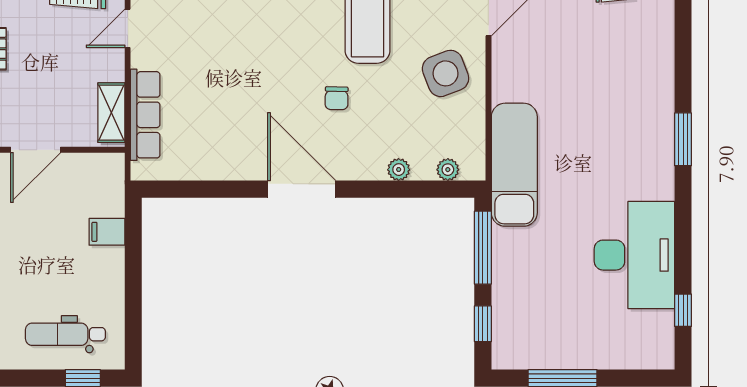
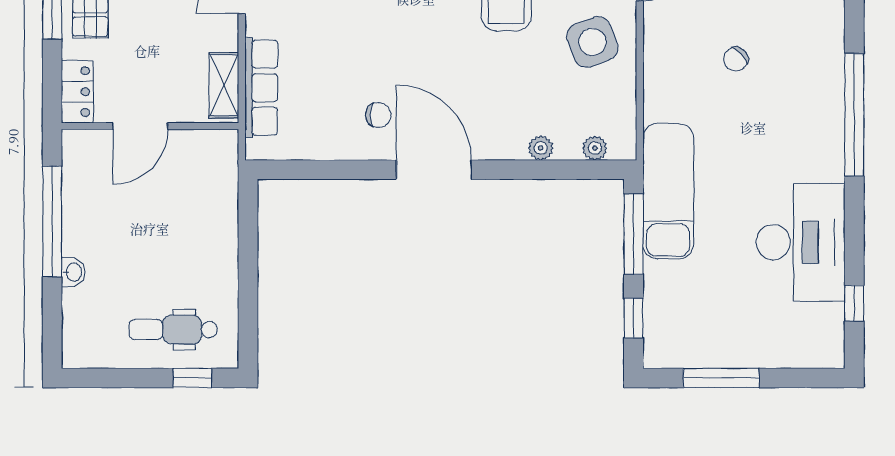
chair: (576, 89) -> (736, 59), added
chair: (337, 98) -> (378, 115), moved, turned -91
window: (683, 139) -> (854, 115), width x2.11
exam couch: (514, 165) -> (668, 191), moved
filing cabinet: (107, 232) -> (219, 217), removed

